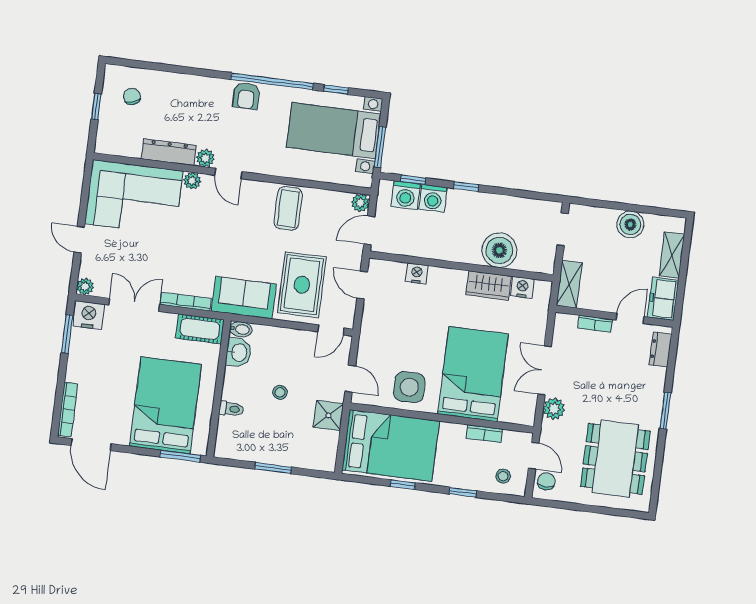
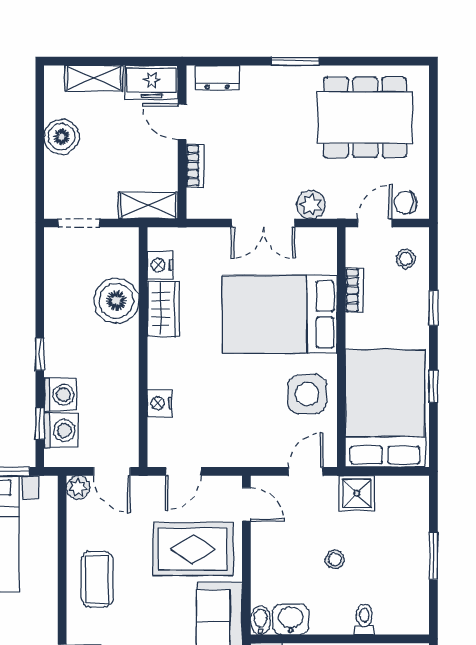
coffee table: (288, 208) -> (97, 579), turned 90

